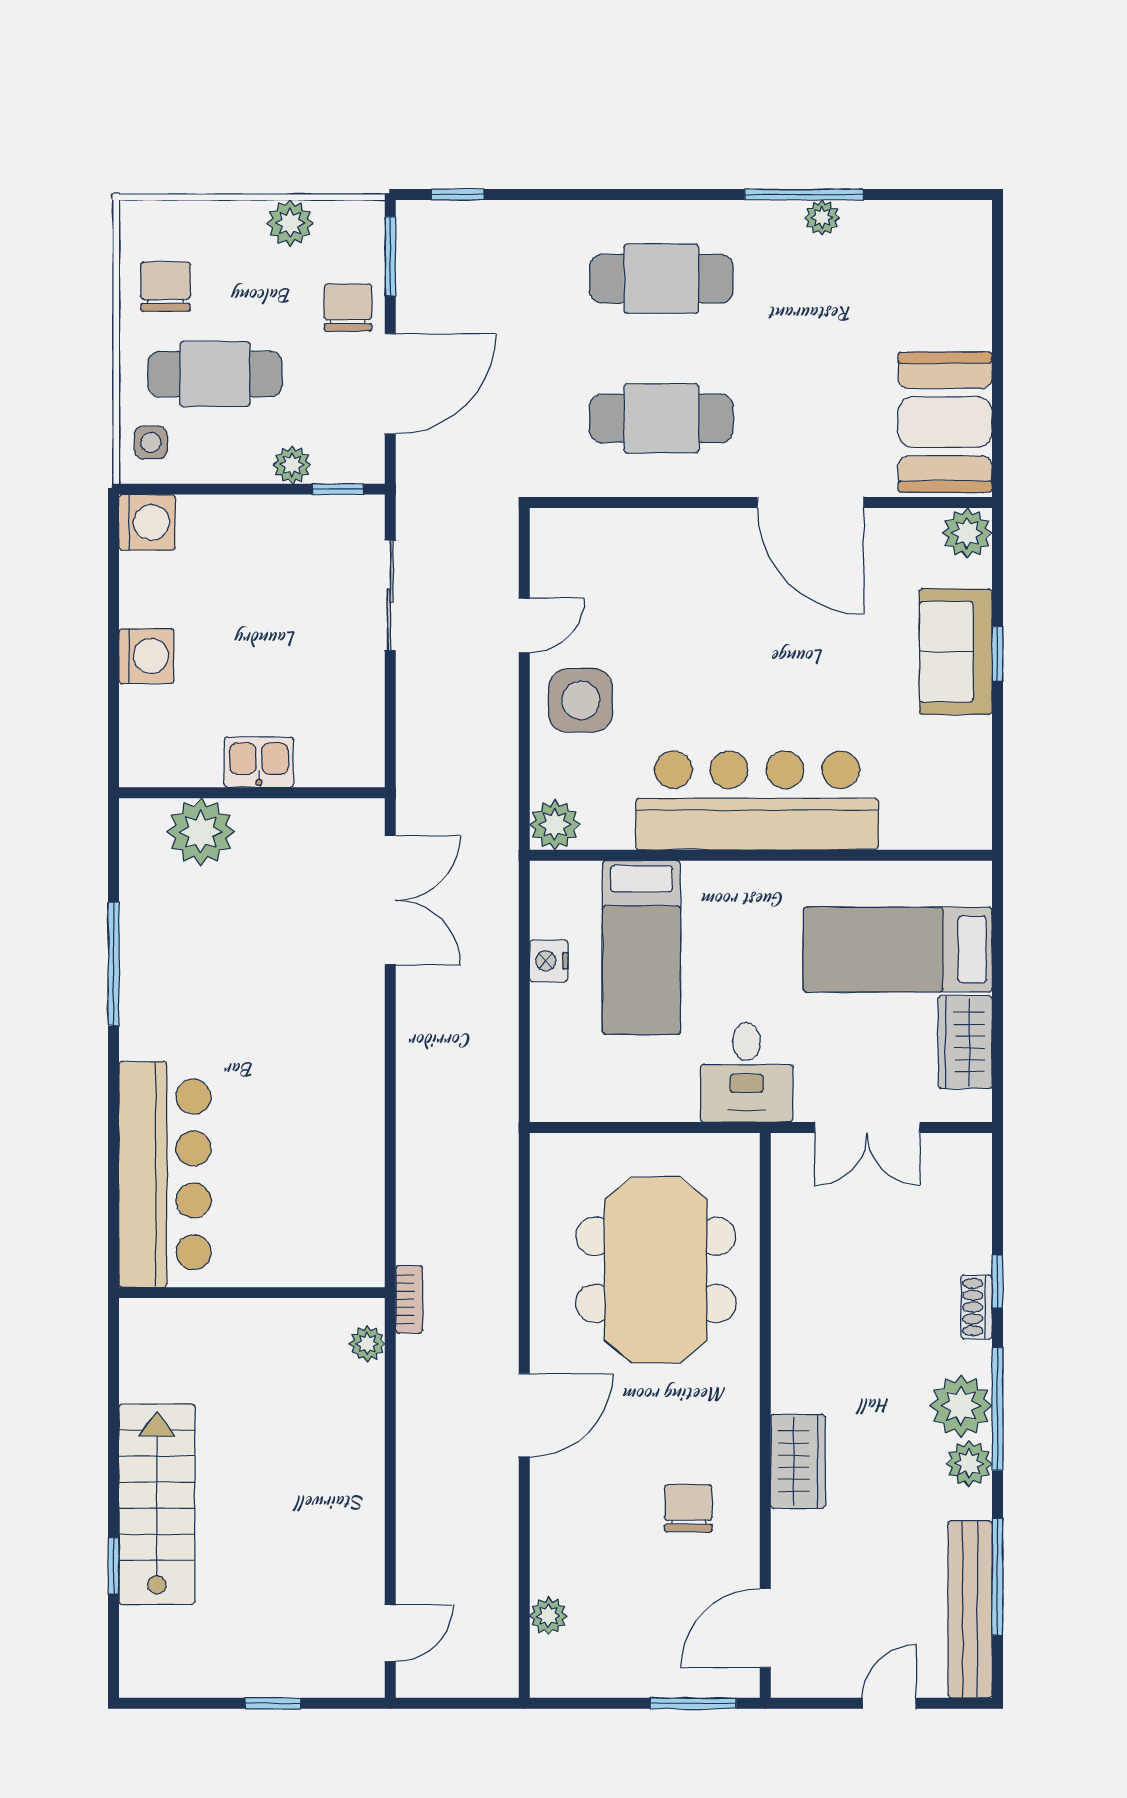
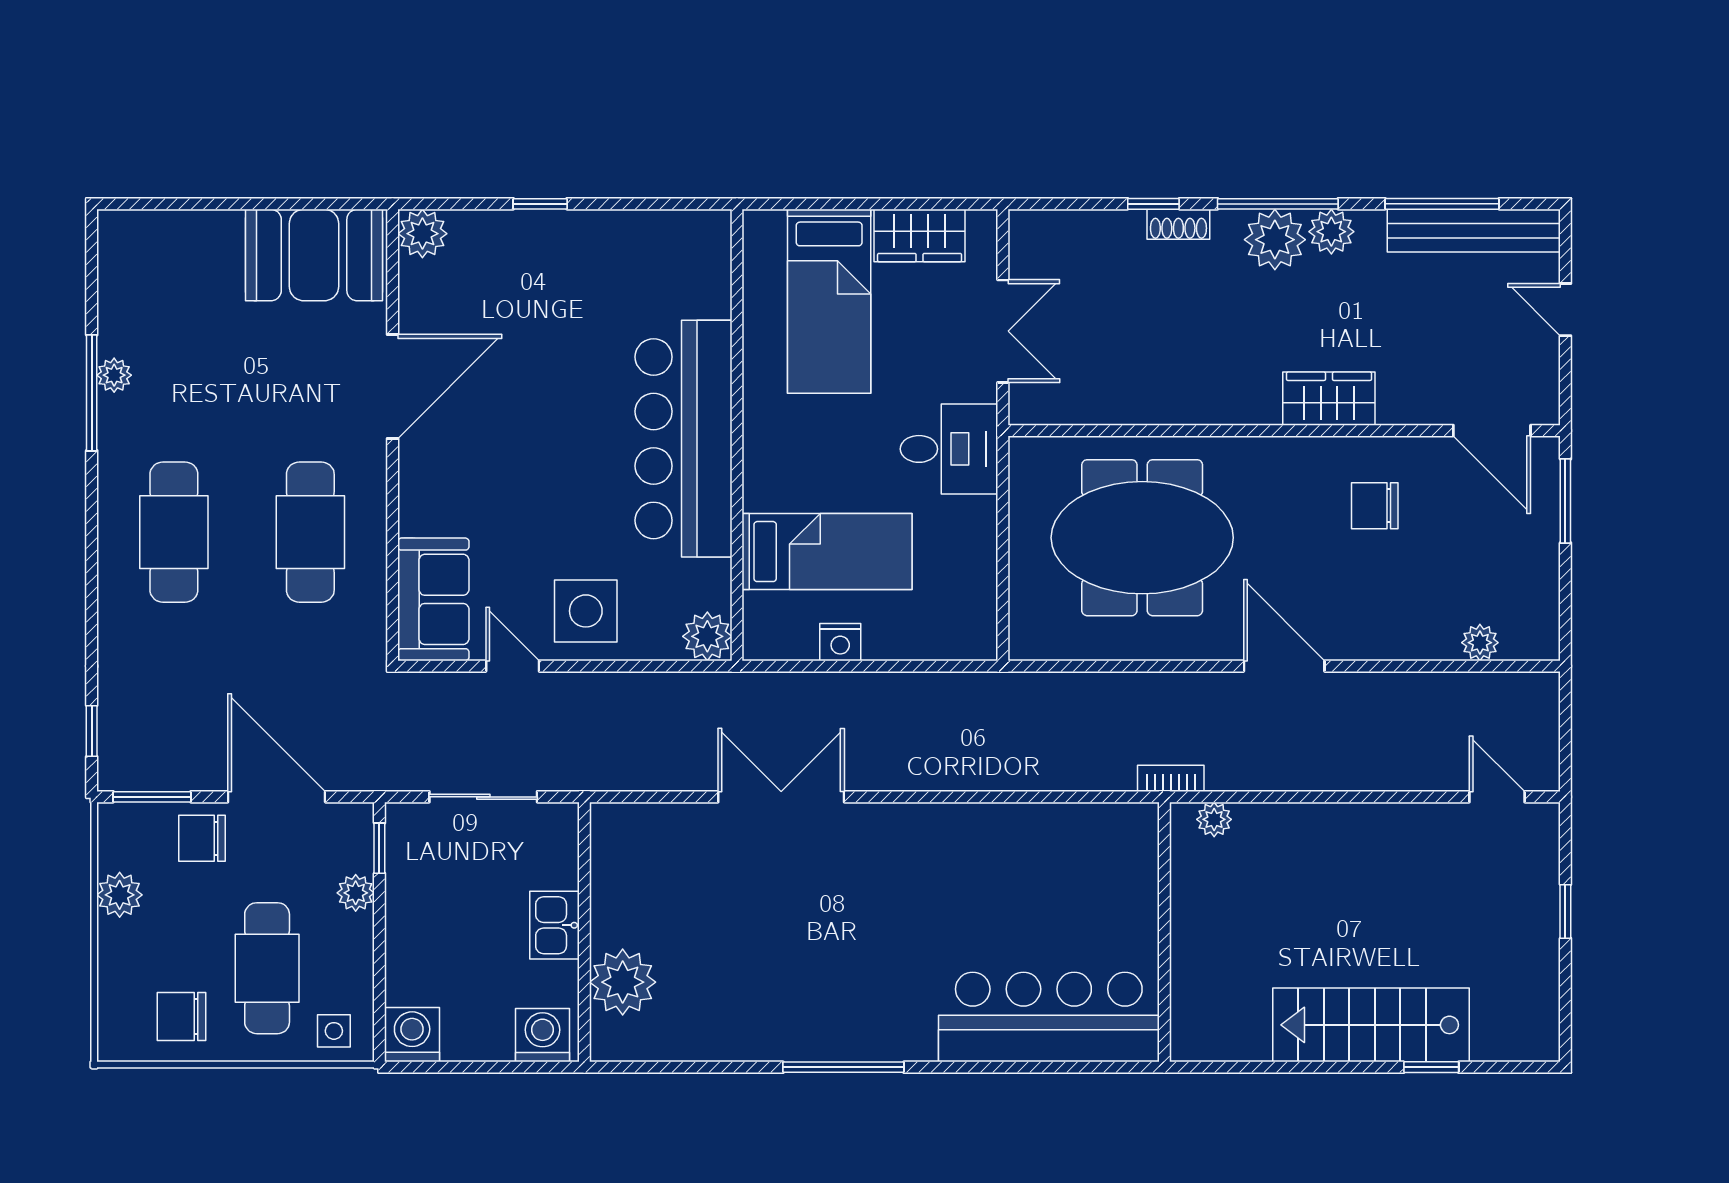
sofa: (956, 652) -> (433, 599), moved, turned -90
kitchen sink: (259, 762) -> (555, 925), moved
wall: (252, 793) -> (584, 932), moved
plant: (201, 832) -> (623, 982), moved

